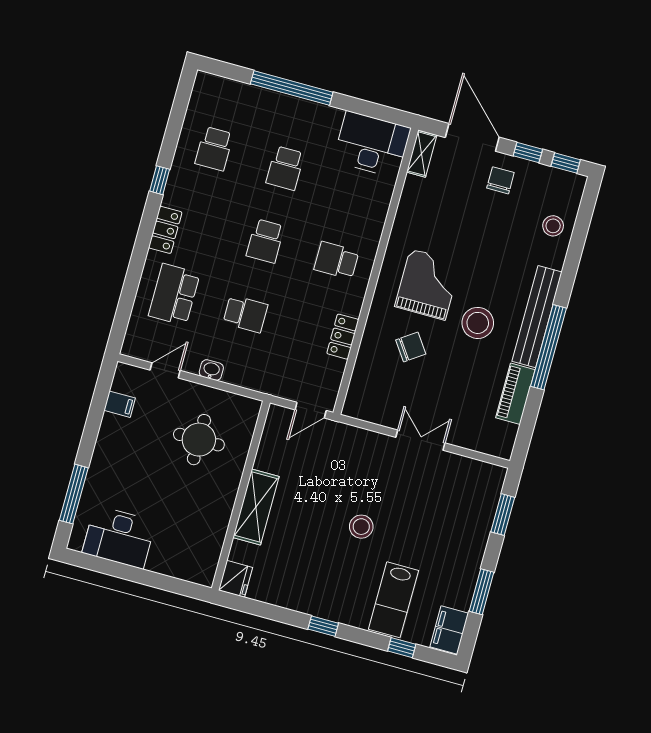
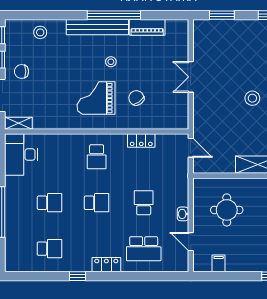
stool: (478, 323) -> (111, 62), width x0.53, depth x0.53

